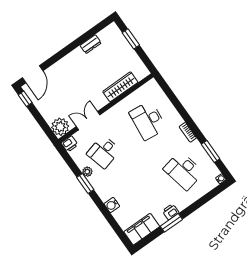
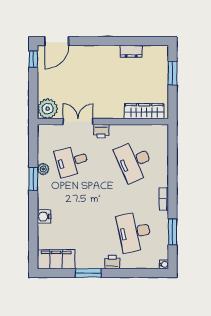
wardrobe: (120, 87) -> (144, 111), moved
desk: (148, 120) -> (134, 161), turned -30
printer: (70, 144) -> (101, 131), moved
printer: (171, 212) -> (112, 262), moved

